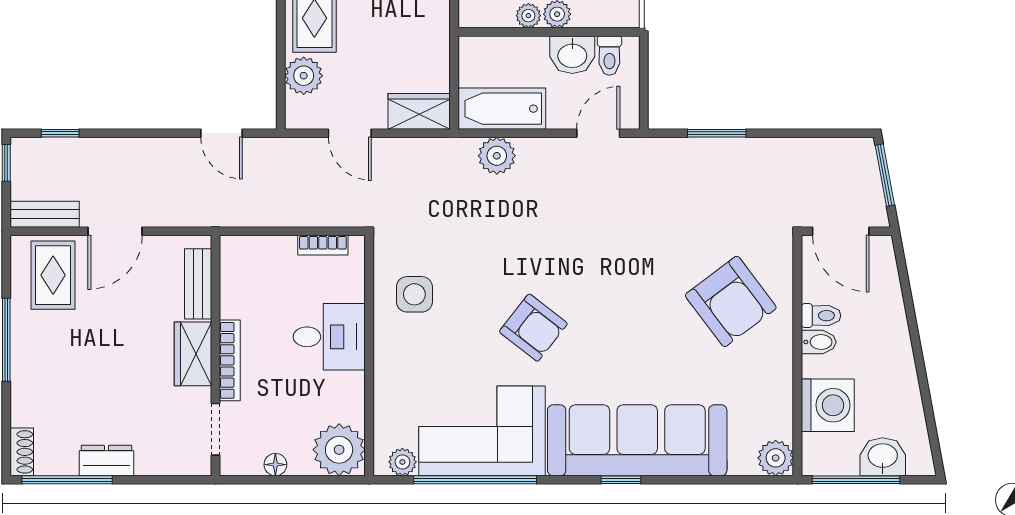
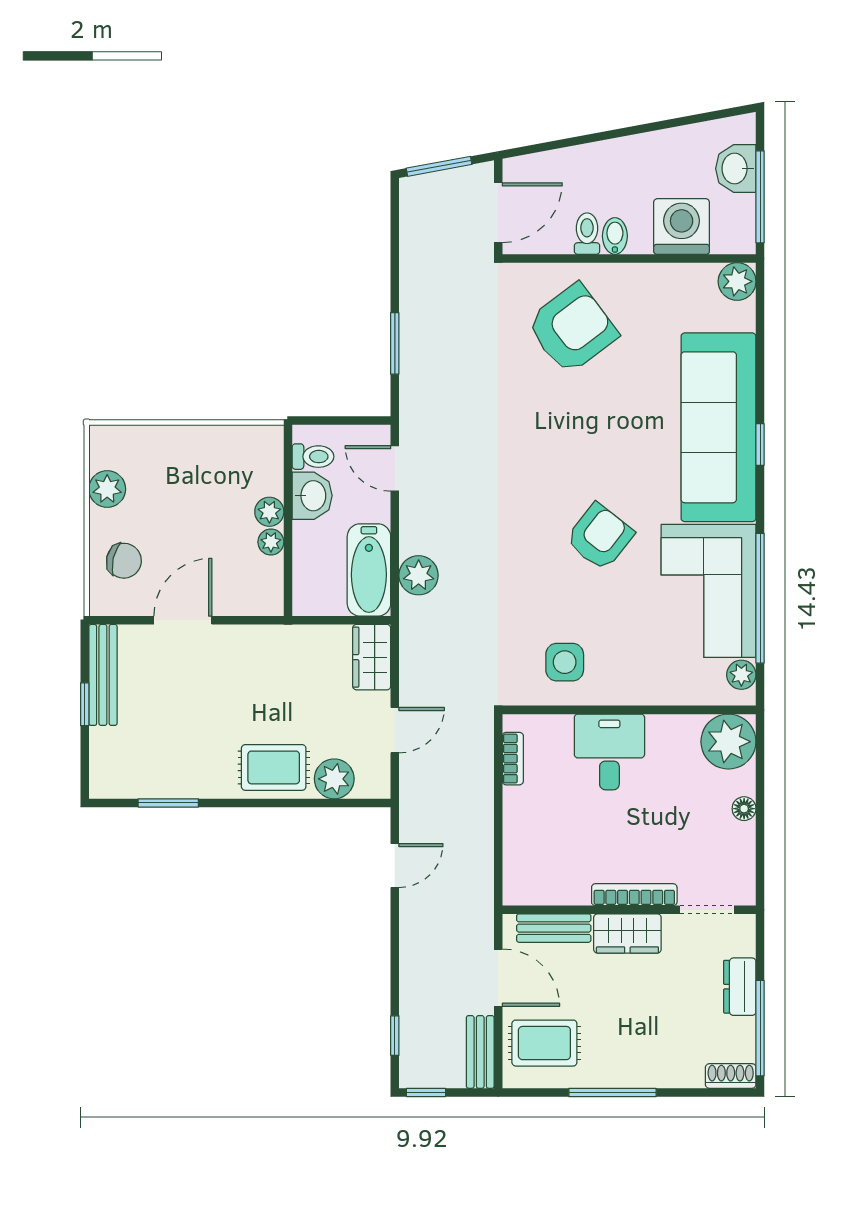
bench: (198, 284) -> (554, 928), moved
wardrobe: (193, 354) -> (627, 933), moved
wall: (215, 356) -> (629, 910), moved
bookcase: (230, 360) -> (634, 895), moved
doorway: (215, 429) -> (707, 910), moved

